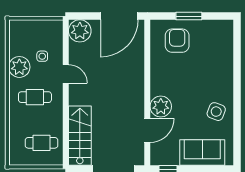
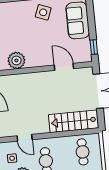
door: (66, 74) -> (25, 138), swing flipped
plant: (161, 106) -> (16, 60), moved

